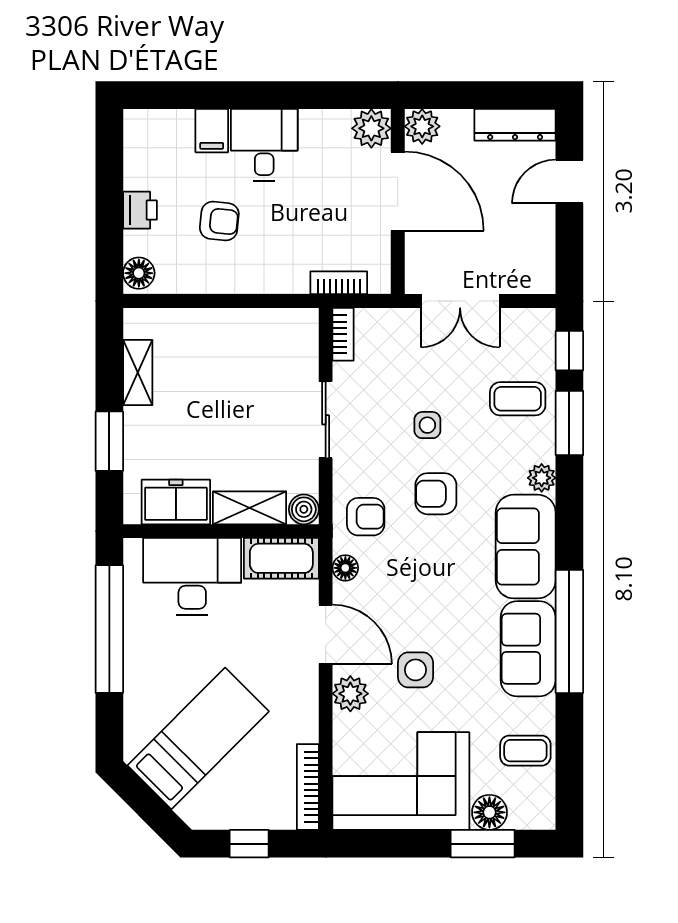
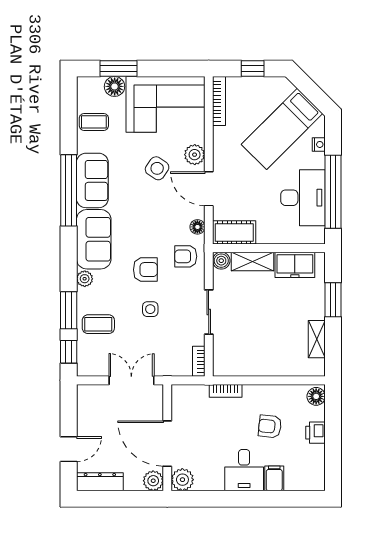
bookcase: (339, 283) -> (226, 391), moved
desk: (192, 576) -> (303, 198), moved, turned -90
side table: (415, 670) -> (157, 168), turned 34
nightstand: (134, 711) -> (319, 144), added

